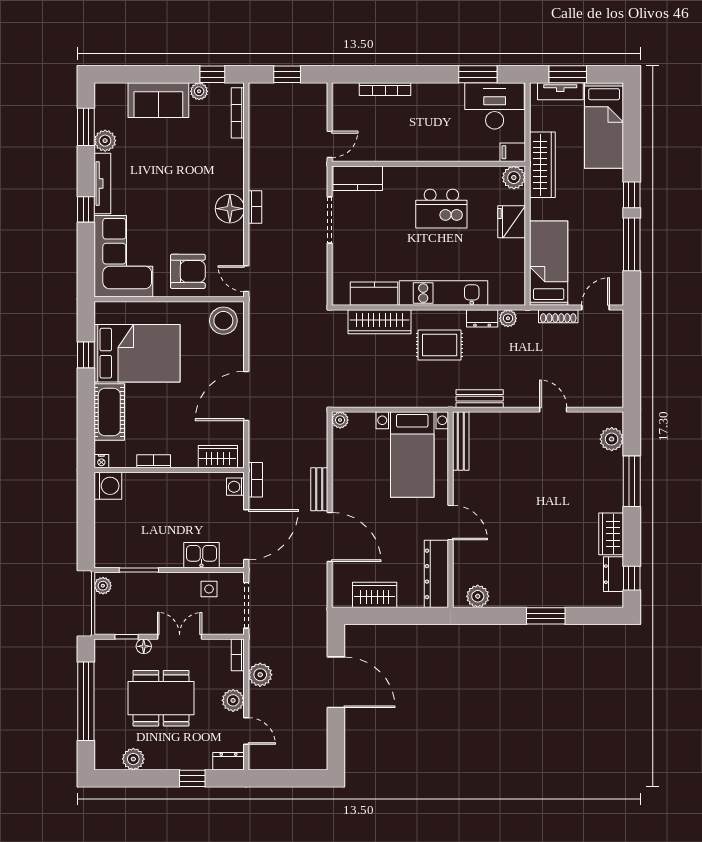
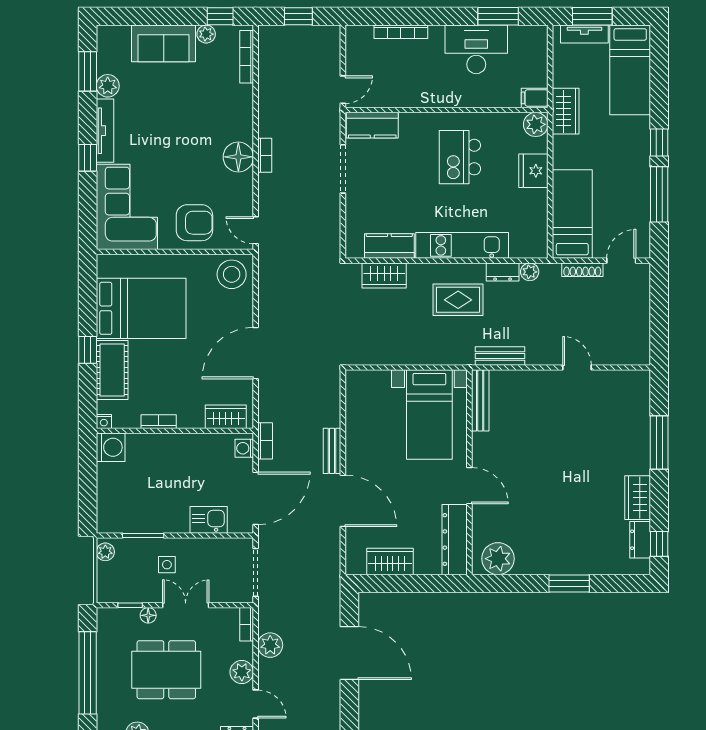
desk: (495, 106) -> (476, 49), moved
wardrobe: (542, 165) -> (566, 111), width x0.67
kitchen island: (441, 209) -> (460, 157), turned 90
wardrobe: (380, 322) -> (384, 276), width x0.67
window: (86, 355) -> (88, 350), moved
plant: (340, 420) -> (354, 378), removed
plant: (612, 439) -> (638, 398), removed
side table: (209, 589) -> (167, 565), moved
plant: (478, 596) -> (498, 559), width x1.36, depth x1.36

